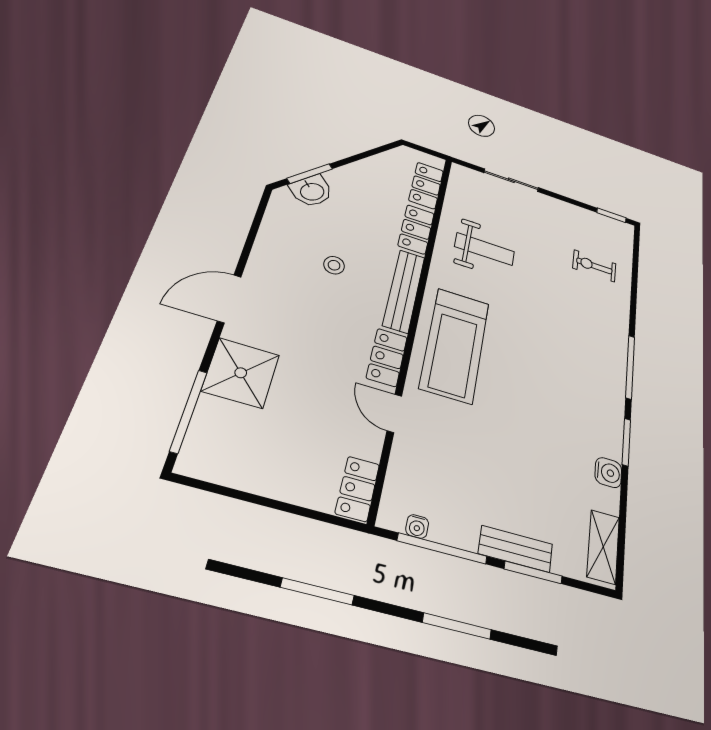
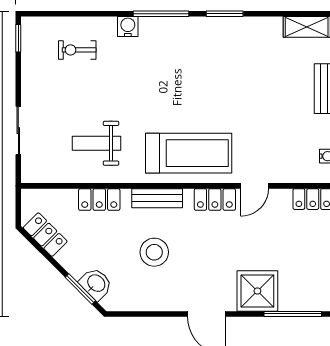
locker: (426, 186) -> (45, 235), moved, turned -135
weight bench: (485, 249) -> (97, 143), turned -90
stool: (334, 265) -> (154, 252), width x1.89, depth x1.89
exercise bike: (594, 266) -> (77, 50), turned 90
bench: (404, 291) -> (157, 198), width x0.73
water cooler: (608, 473) -> (128, 26), moved

